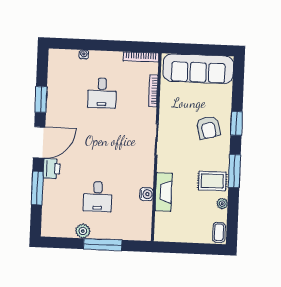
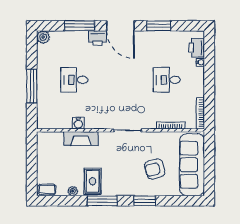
printer: (67, 58) -> (197, 48), added
armchair: (208, 127) -> (155, 169), moved
plant: (83, 231) -> (43, 37), moved

